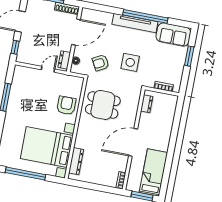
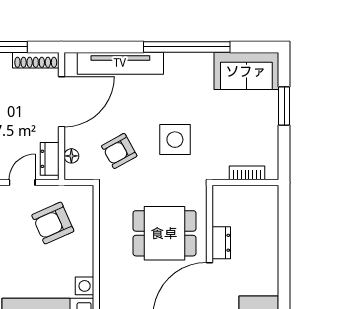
tv unit: (135, 23) -> (120, 63), moved
dresser: (147, 104) -> (221, 243), moved
armchair: (66, 105) -> (53, 223), moved, turned -114
dining table: (103, 105) -> (164, 233), moved

